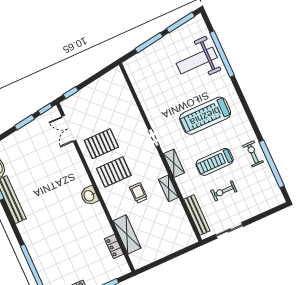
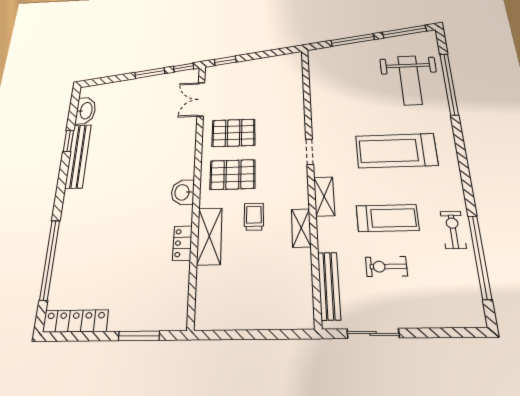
weight bench: (197, 61) -> (410, 80), turned -90
treadmill: (215, 162) -> (387, 218), turned 180
shelving: (127, 234) -> (209, 236), moved
locker: (114, 246) -> (182, 243), moved

